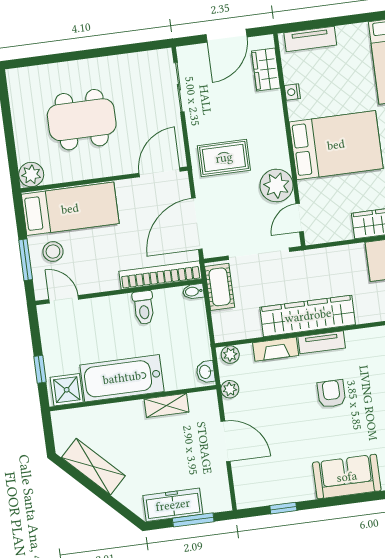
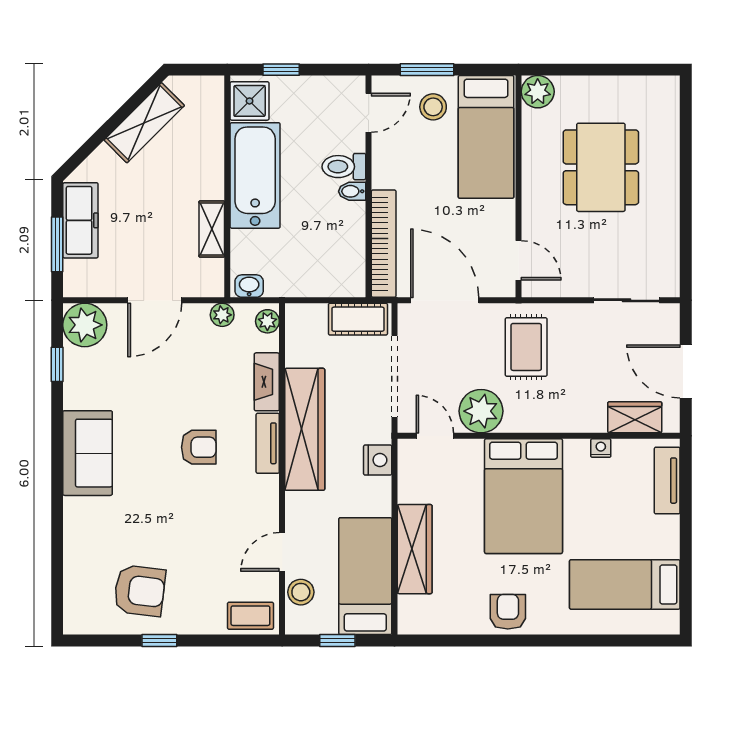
door: (160, 172) -> (519, 260), width x0.73
nightstand: (323, 258) -> (378, 460), added
bidet: (193, 291) -> (352, 191), moved, turned -90
toilet: (144, 308) -> (344, 167), moved
plant: (251, 491) -> (85, 325), added

